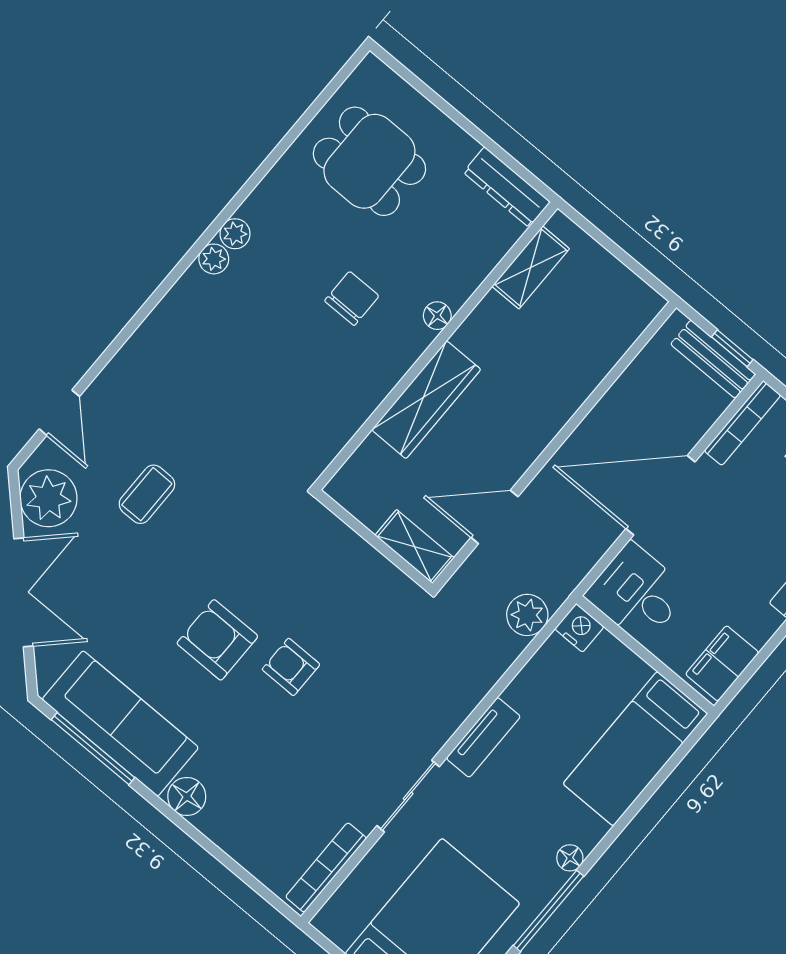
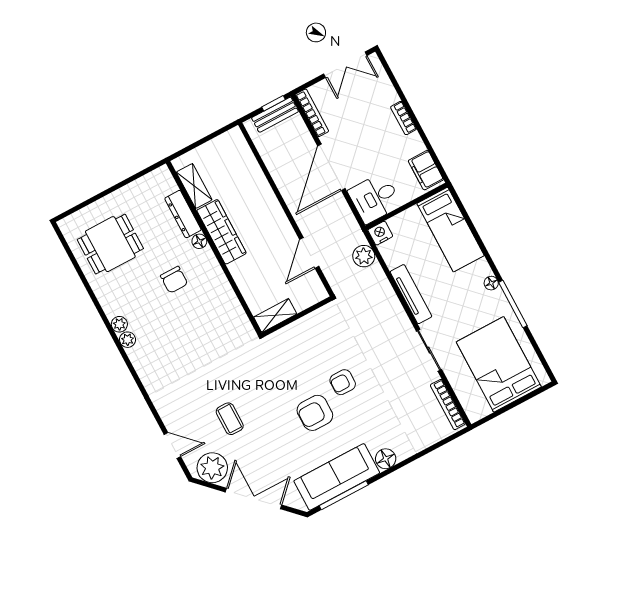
dresser: (507, 187) -> (183, 214), moved, turned 90
chair: (352, 298) -> (174, 280), turned 180
wardrobe: (426, 400) -> (222, 232), moved
shelving: (414, 547) -> (275, 315), moved
tv unit: (483, 737) -> (411, 294), width x1.41

